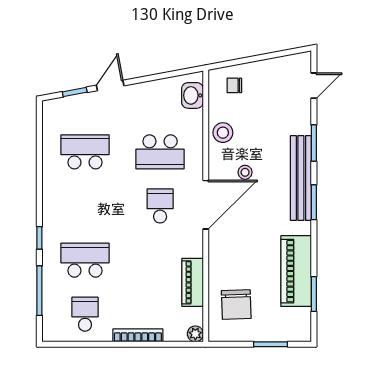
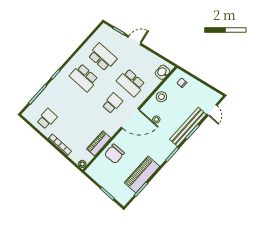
door: (314, 86) -> (212, 110), hinge flipped
bench: (301, 178) -> (188, 127), moved
school desk: (85, 260) -> (84, 78), moved, turned 180
chair: (236, 305) -> (114, 154), moved

